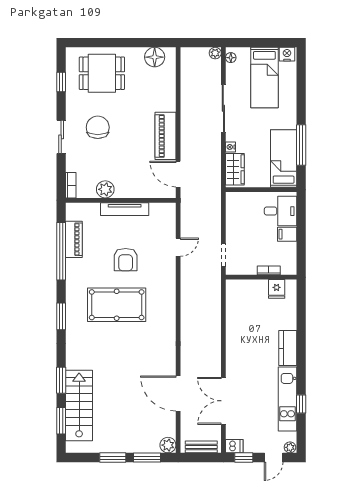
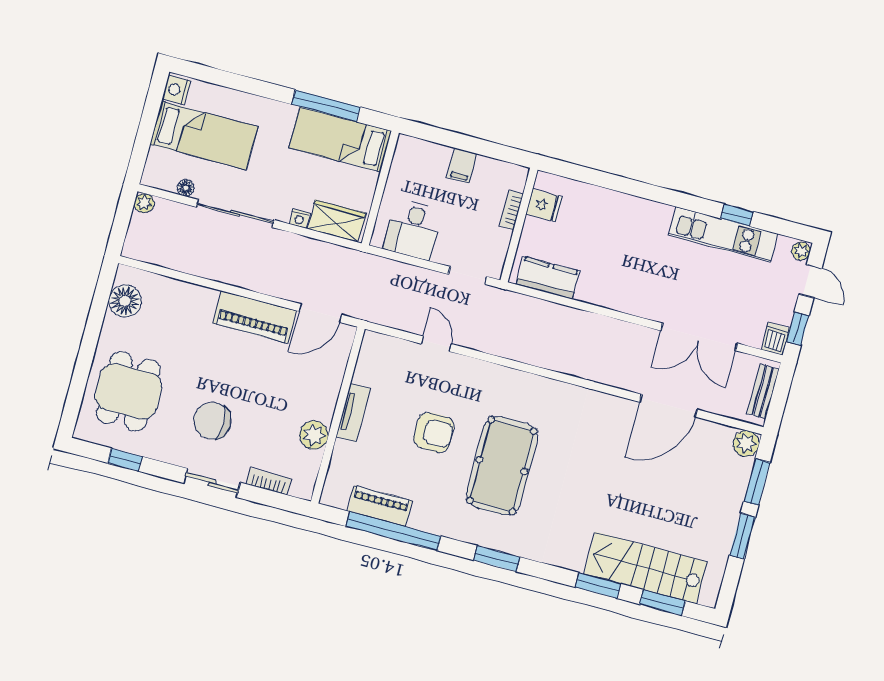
floor lamp: (231, 58) -> (186, 188), moved
bookcase: (71, 185) -> (269, 481), moved
tv unit: (125, 209) -> (353, 413), width x0.71
desk: (280, 211) -> (413, 230), moved, turned 180
kitchen counter: (288, 348) -> (548, 278), moved, turned 180

